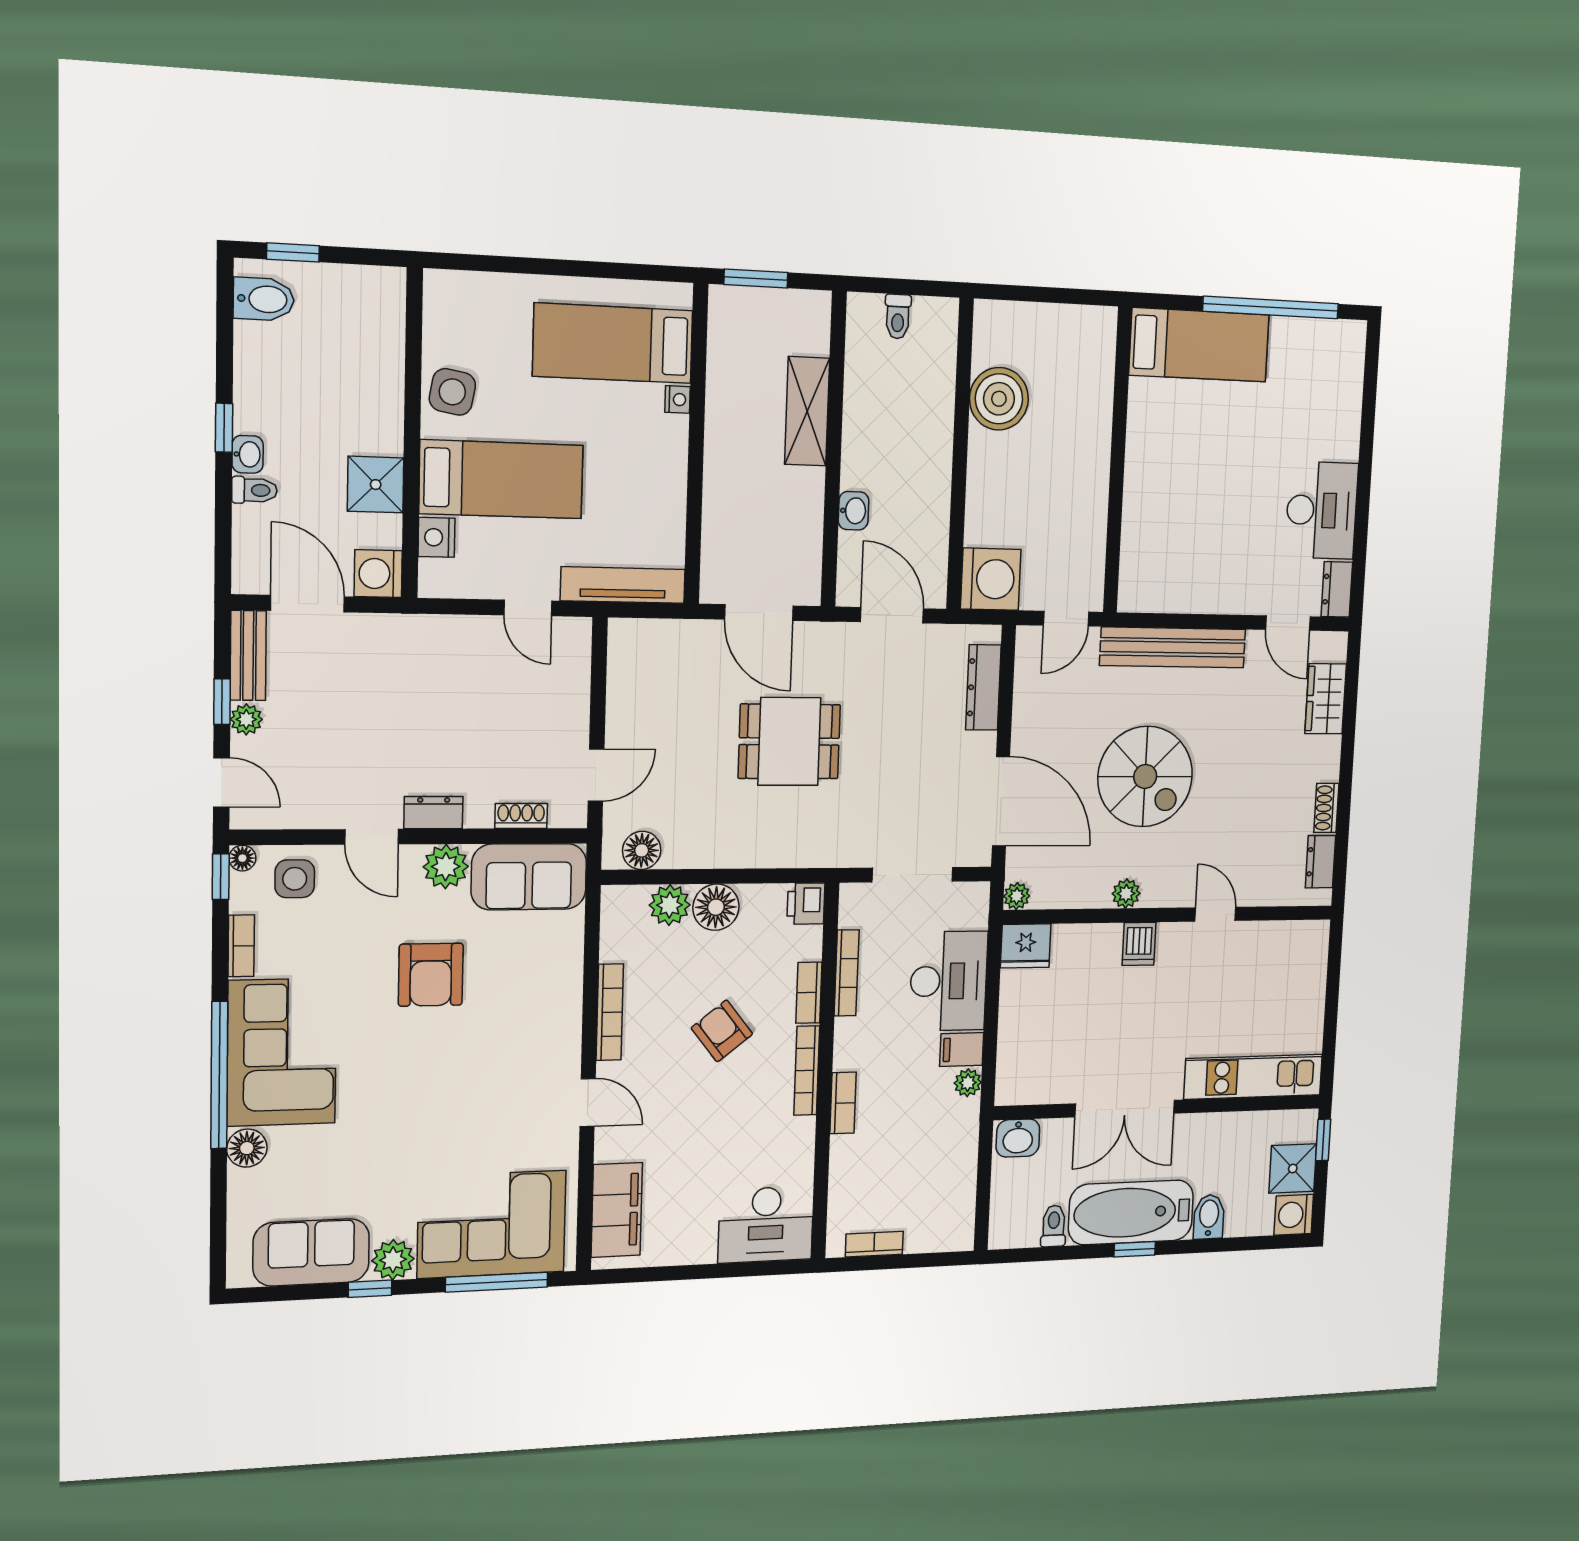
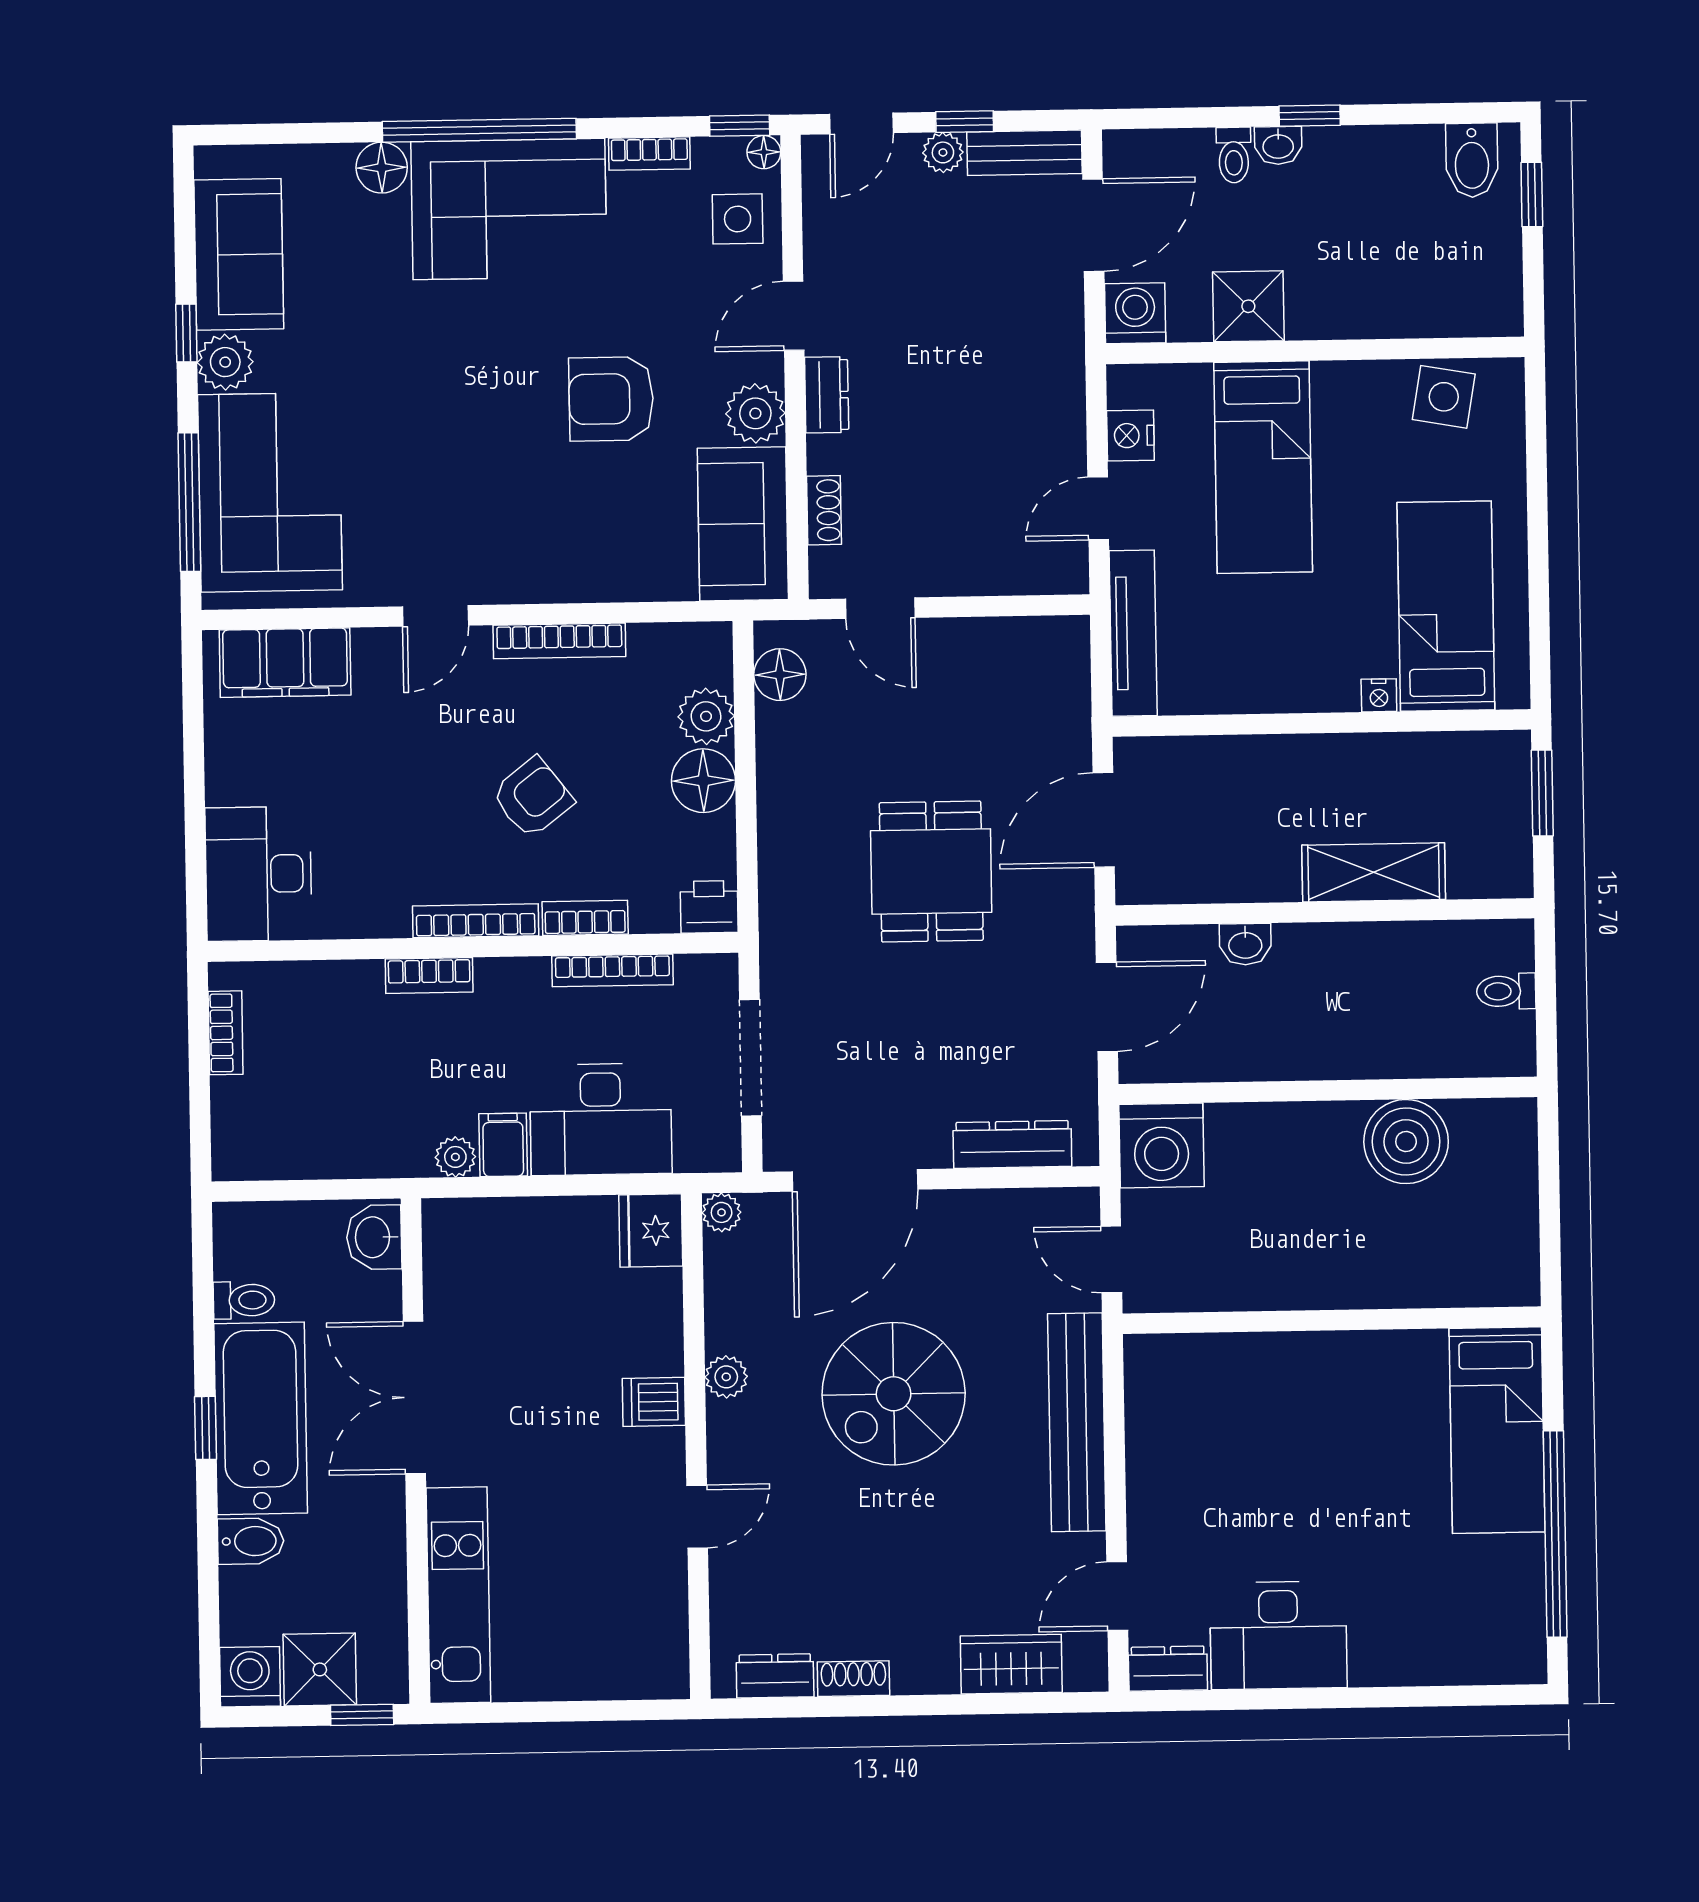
side table: (452, 392) -> (1444, 397), moved
nightstand: (436, 537) -> (1130, 436), moved, turned -90

